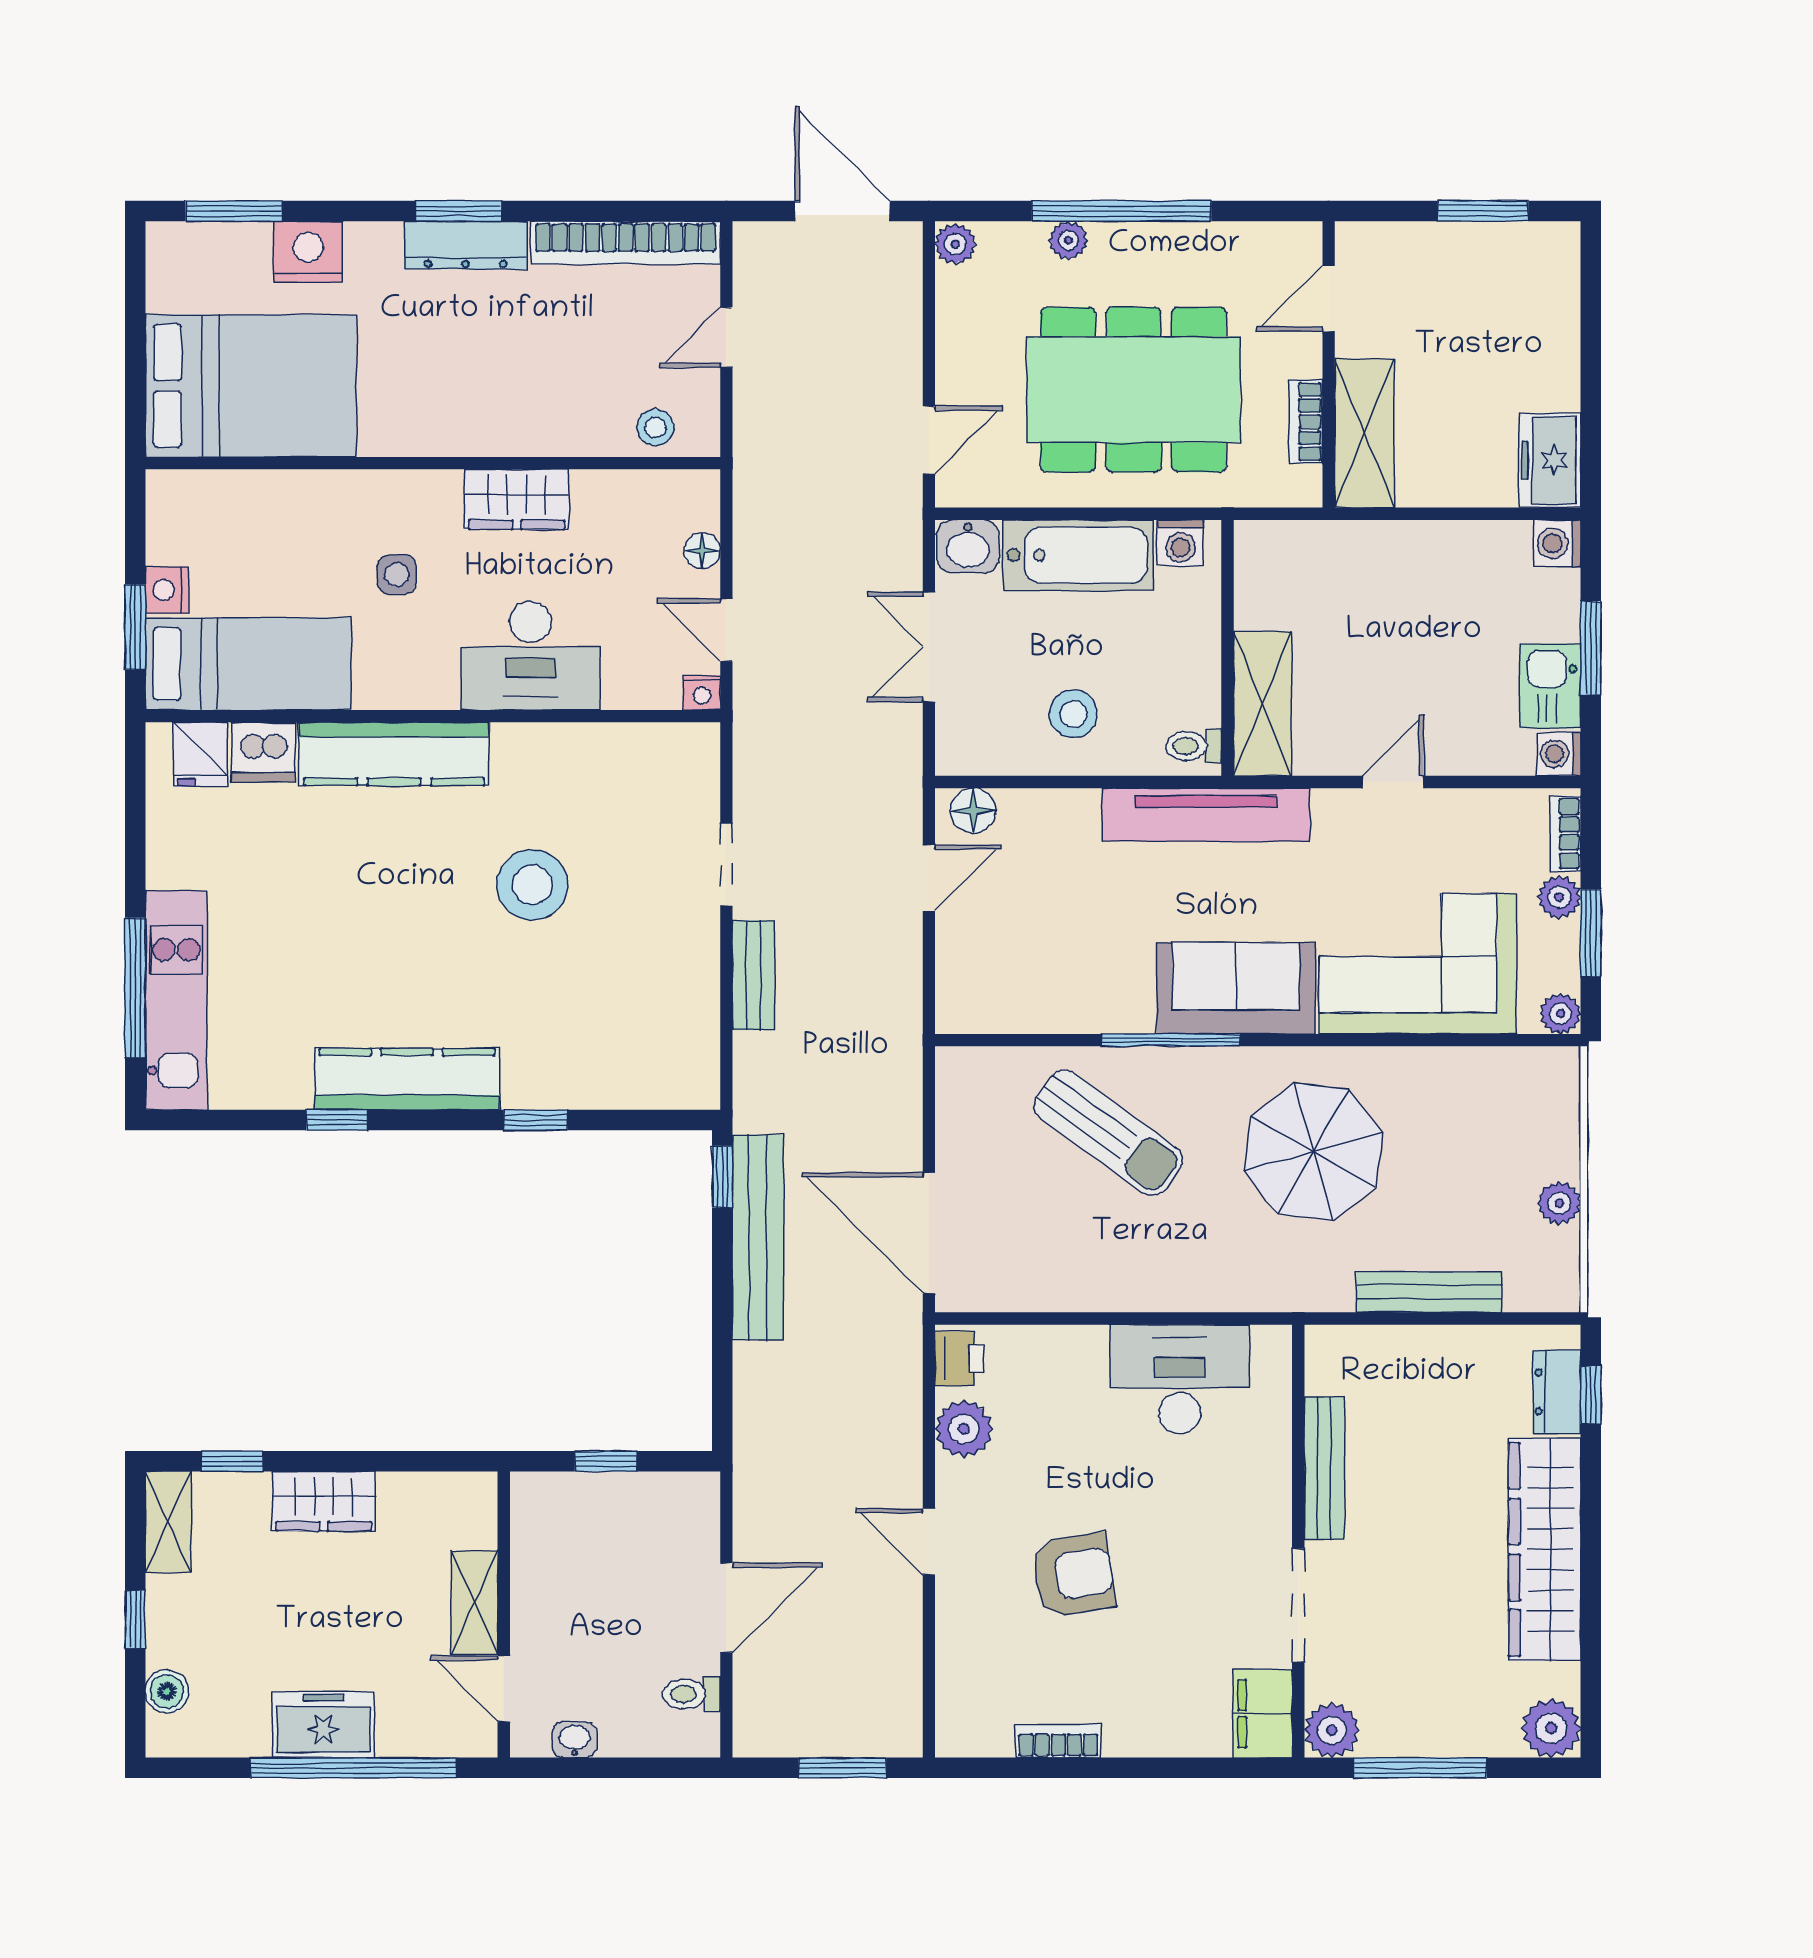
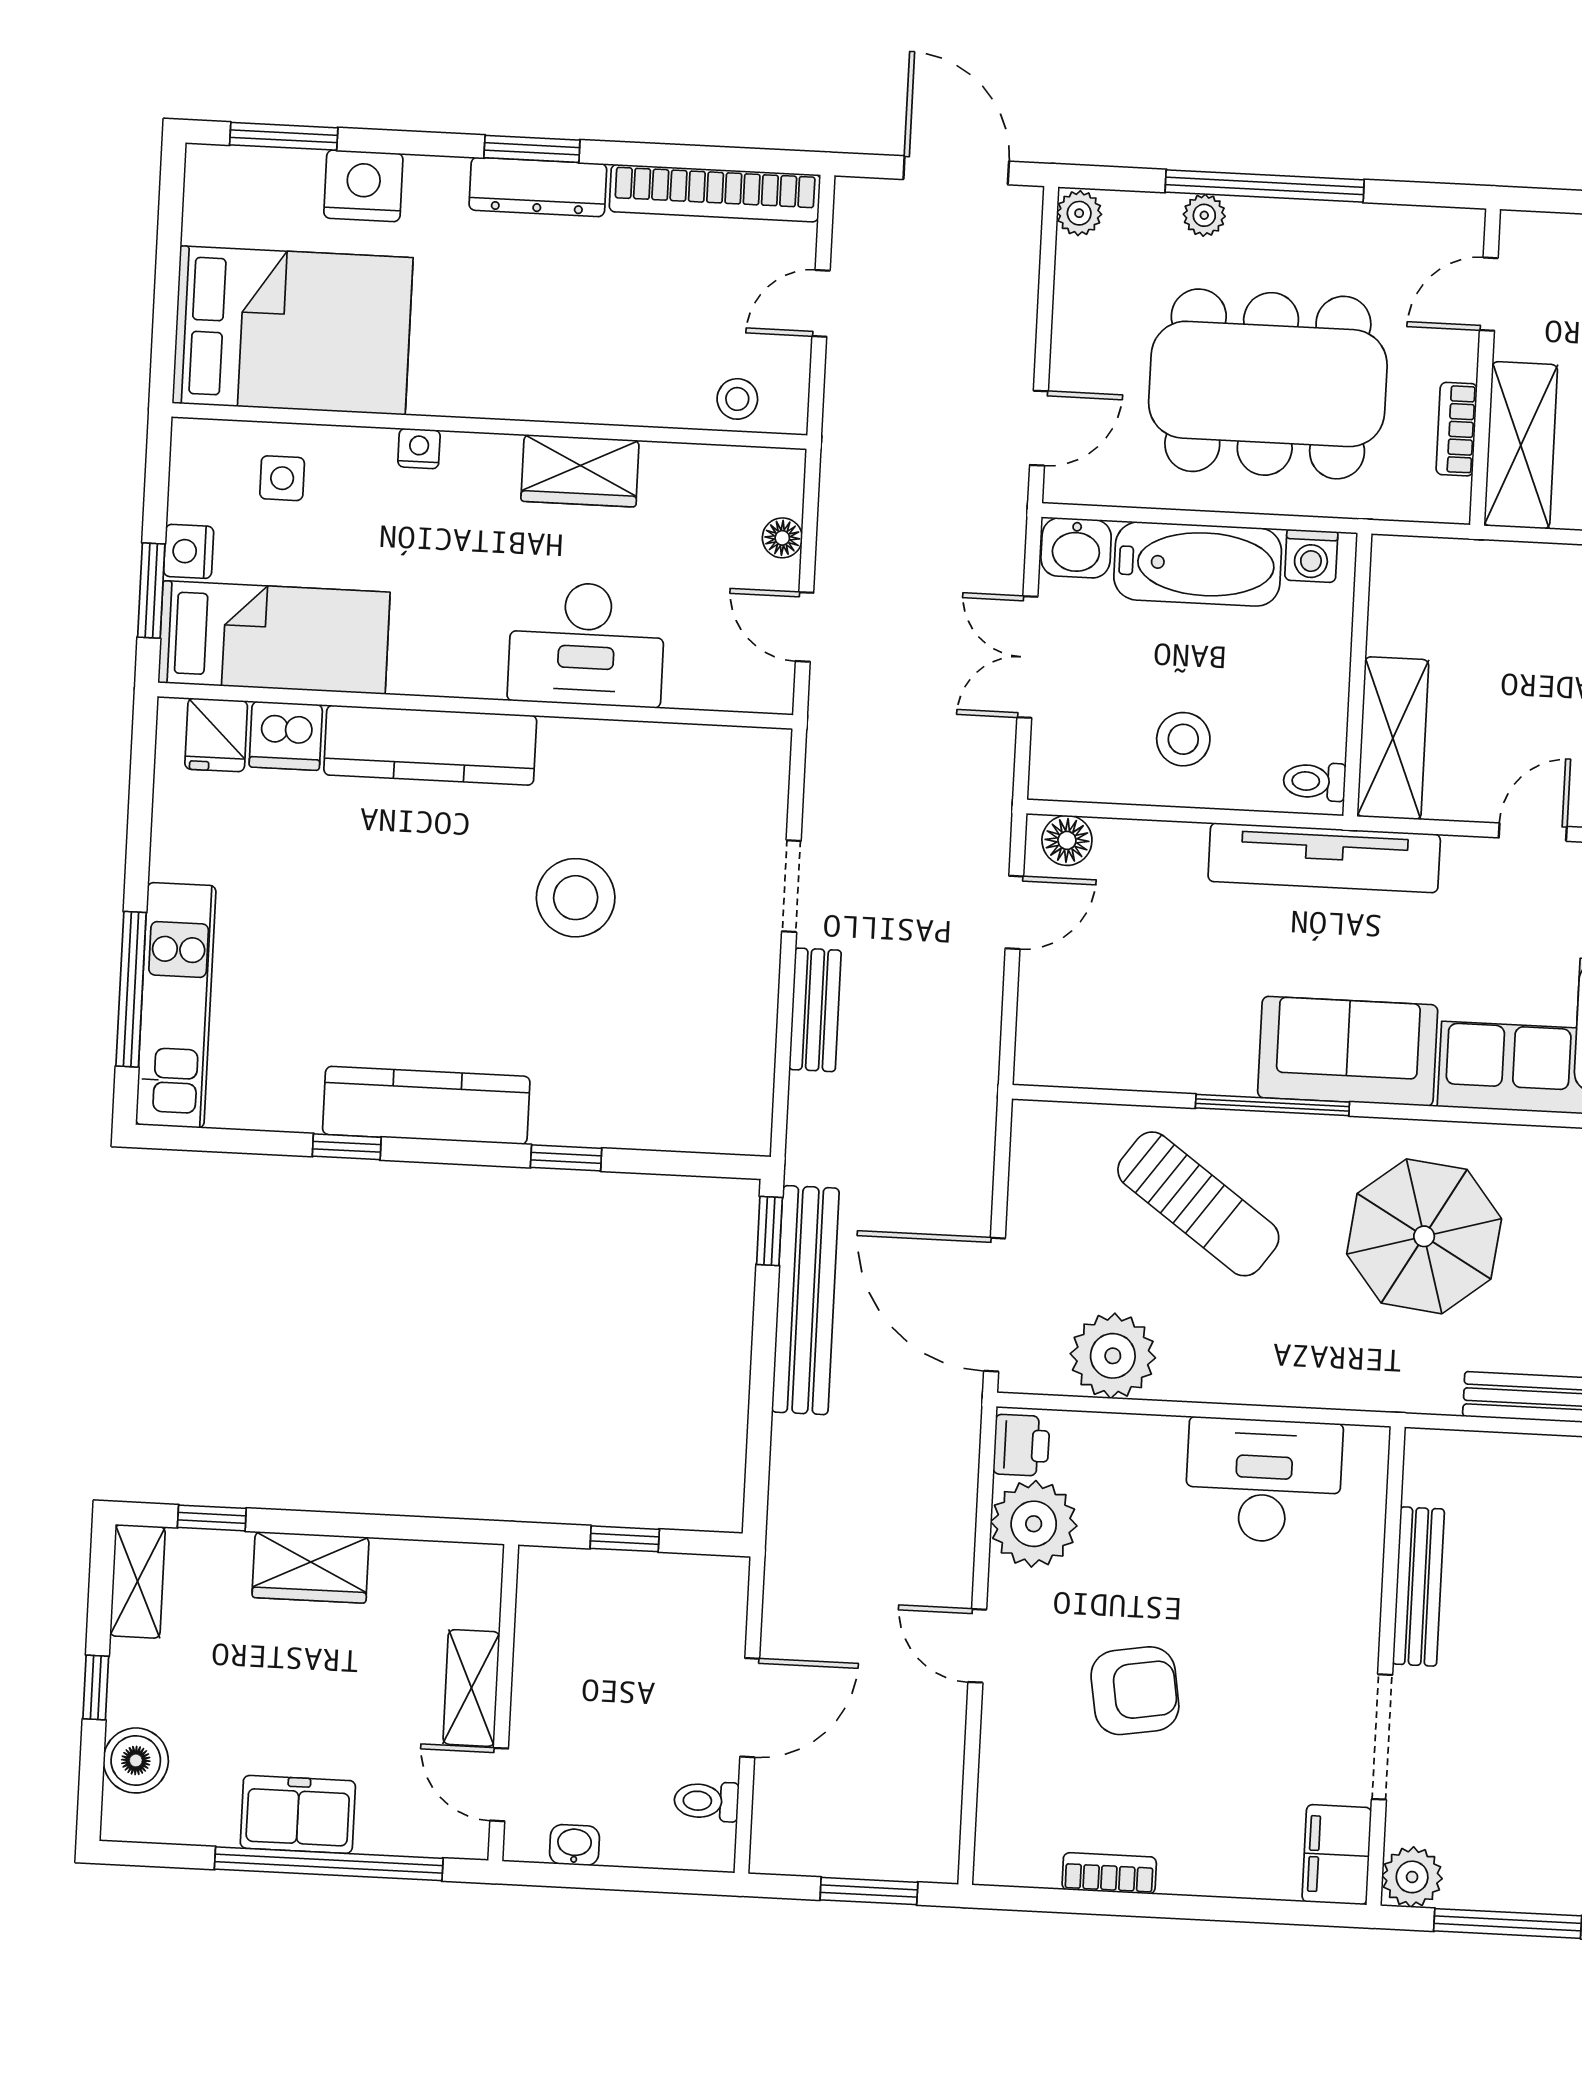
side table: (397, 574) -> (282, 478), moved
nightstand: (702, 693) -> (419, 449), moved, turned 180
plant: (1038, 1274) -> (1113, 1356), added
plant: (964, 1429) -> (1034, 1524), width x1.36, depth x1.36
boiler: (167, 1691) -> (136, 1760), width x1.36, depth x1.36

